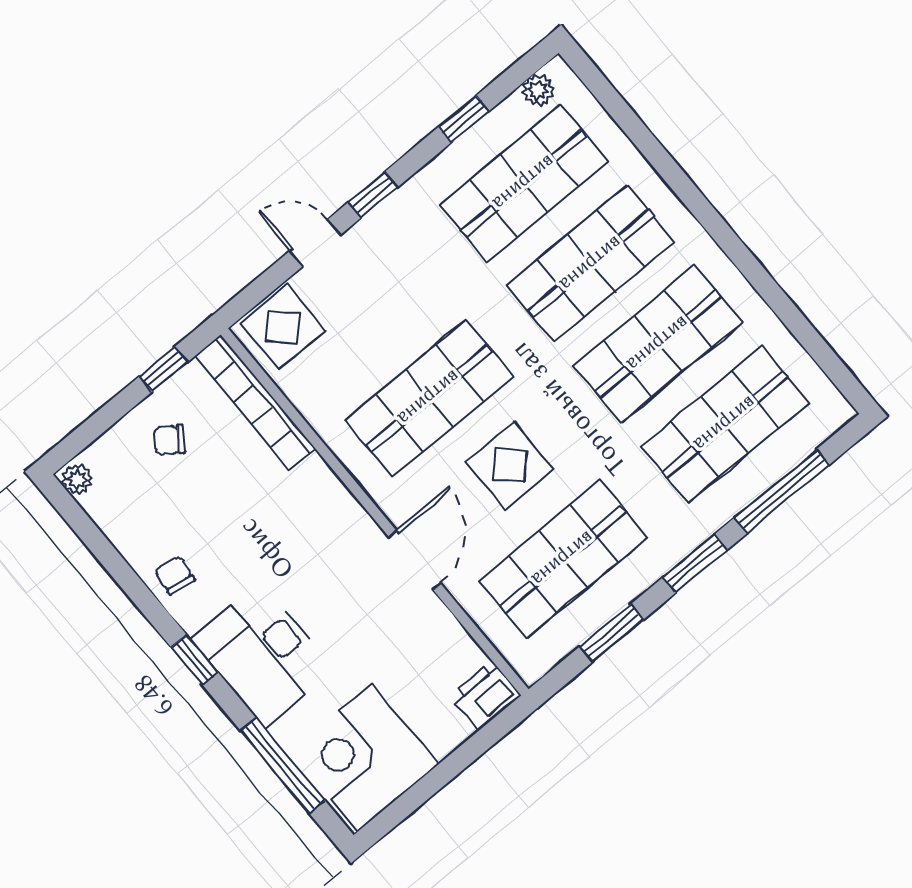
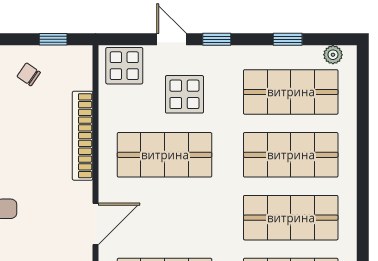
bookcase: (255, 402) -> (83, 136), moved
display table: (510, 466) -> (184, 94), moved

